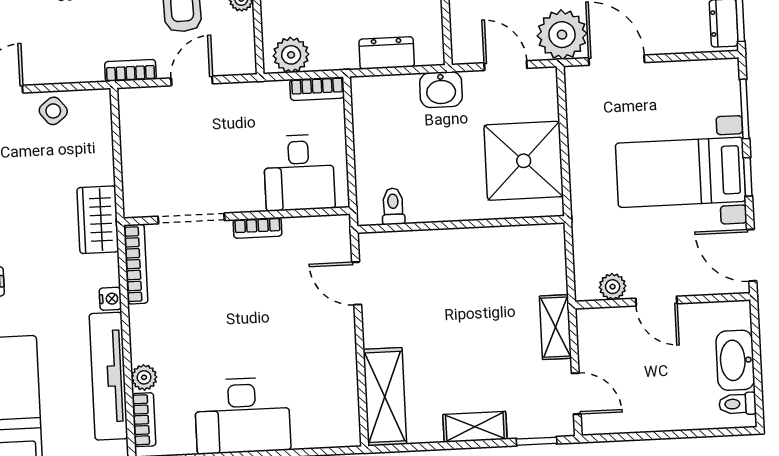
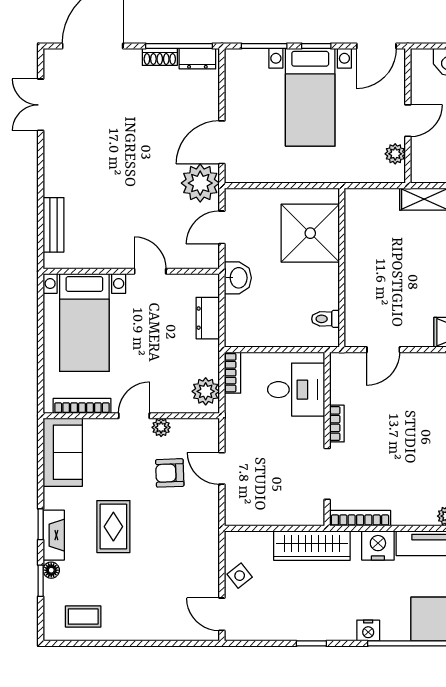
bookcase: (130, 71) -> (212, 515), removed
shower: (524, 161) -> (310, 233), moved
wardrobe: (98, 220) -> (312, 546), width x1.50
nightstand: (110, 299) -> (378, 545), width x1.89, depth x1.79

